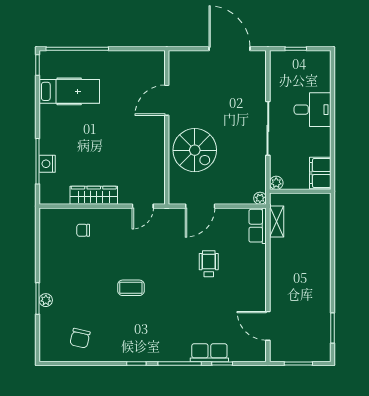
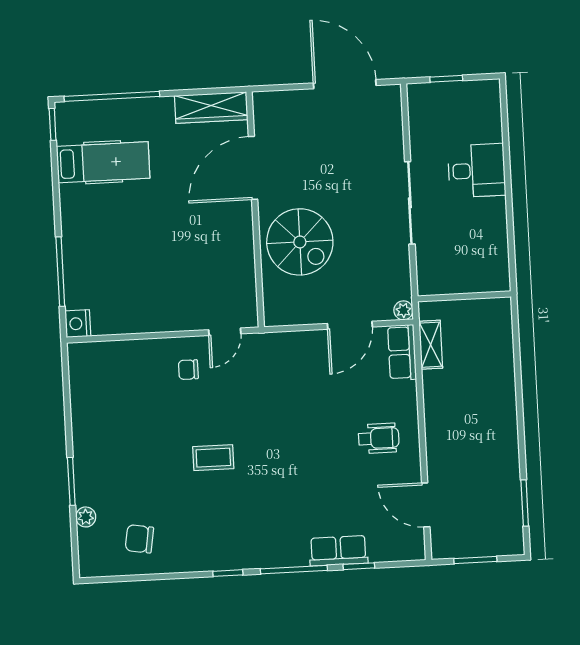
door: (167, 100) -> (253, 168), width x1.36
nightstand: (47, 164) -> (78, 324), moved
filing cabinet: (320, 173) -> (493, 267), removed
plant: (276, 183) -> (427, 286), removed
wardrobe: (94, 195) -> (211, 108), moved, turned 180
door: (200, 206) -> (350, 325), moved
chair: (83, 230) -> (188, 370), moved
wheelchair: (209, 264) -> (379, 438), moved, turned 90
plant: (46, 300) -> (86, 517), moved
chair: (80, 338) -> (139, 539), turned 86

